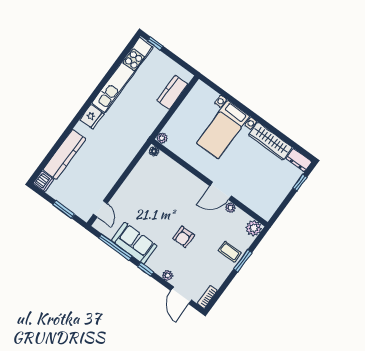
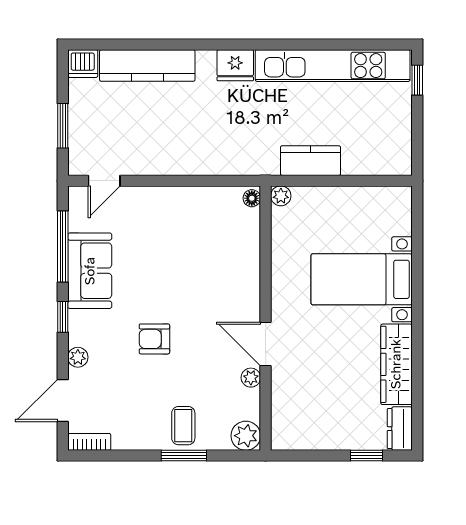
kitchen counter: (172, 92) -> (311, 161), moved

